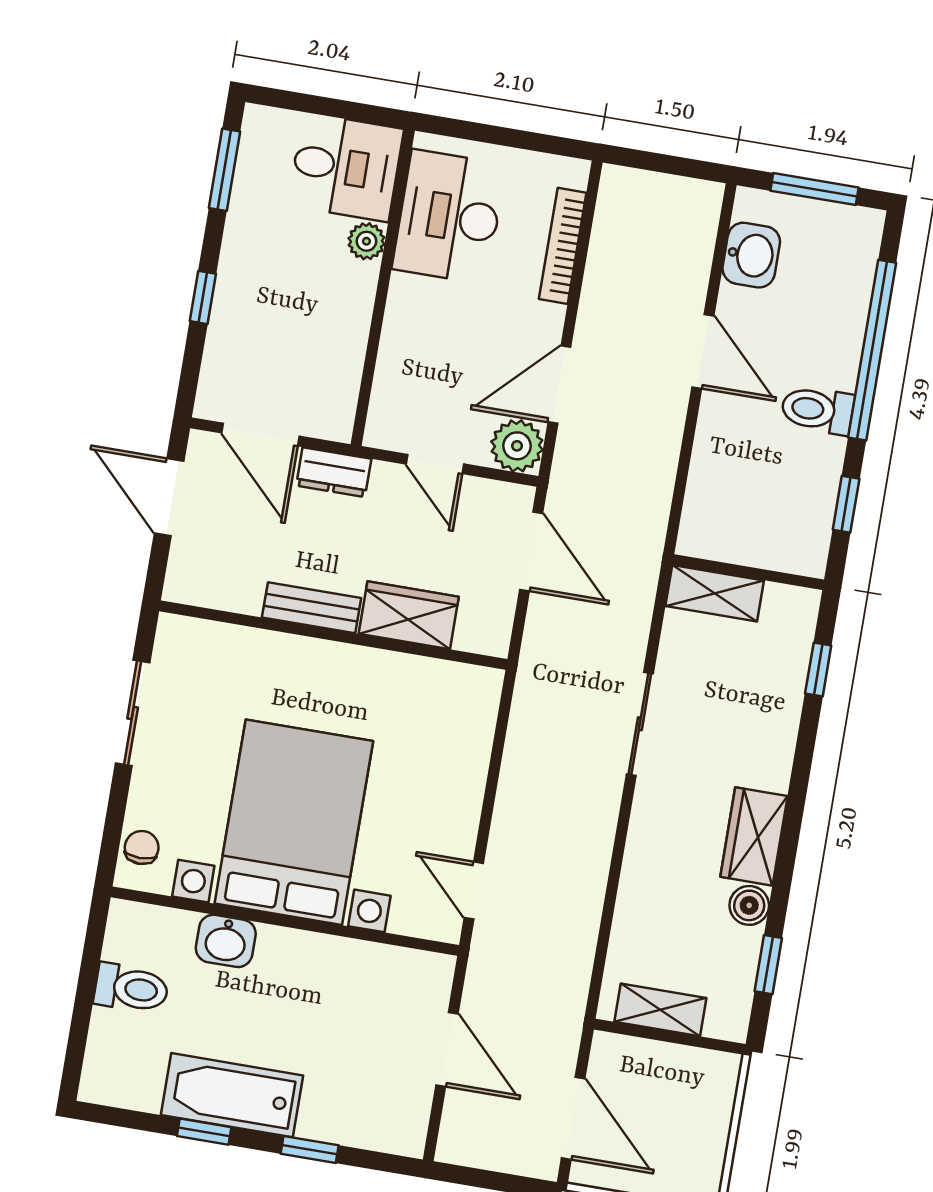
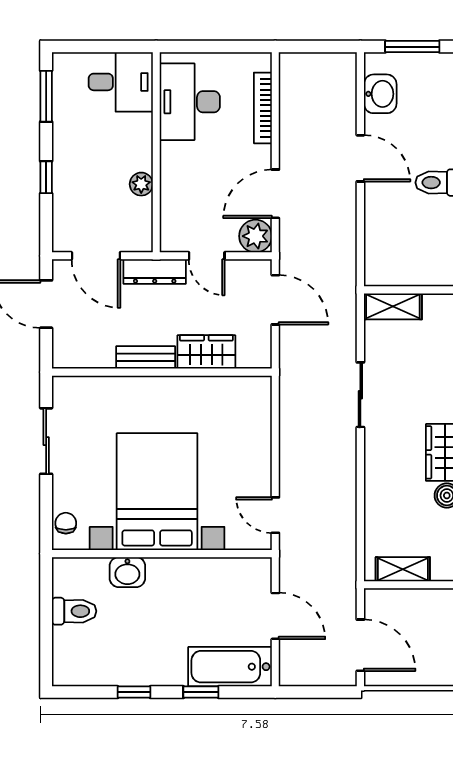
plant: (366, 241) -> (141, 184), moved
dresser: (334, 472) -> (155, 272), width x1.44
bathtub: (232, 1095) -> (230, 667), moved

